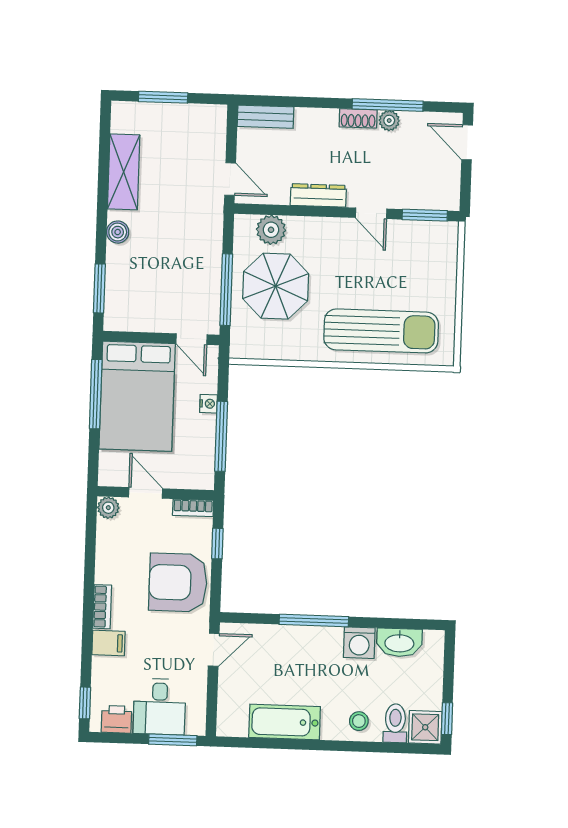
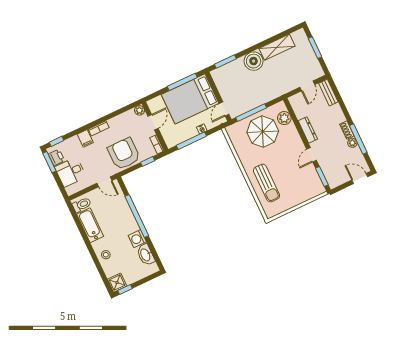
door: (467, 142) -> (360, 178), hinge flipped
door: (230, 179) -> (307, 86), moved
boiler: (118, 232) -> (254, 61), width x1.86, depth x1.86
sun lounger: (381, 331) -> (267, 183), width x0.73, depth x0.75
window: (314, 621) -> (137, 216), width x1.46
toilet: (395, 723) -> (82, 205), moved
window: (173, 740) -> (49, 162), moved

